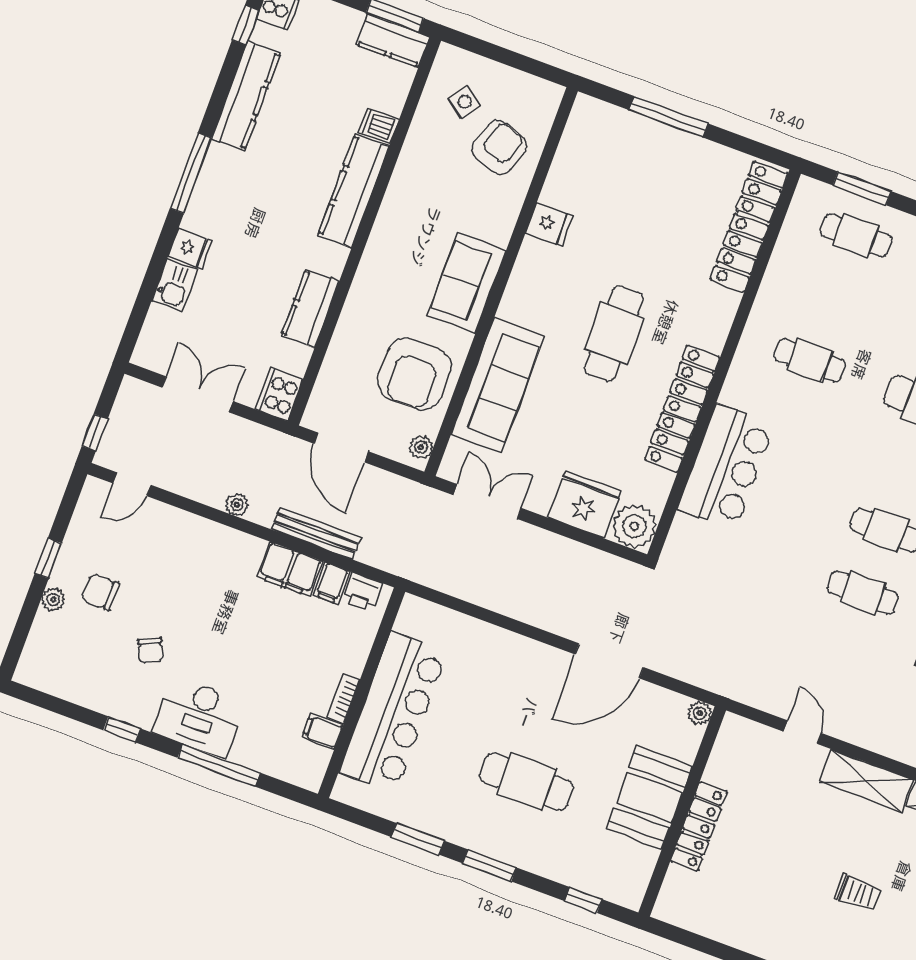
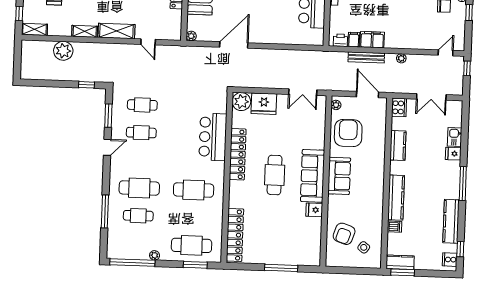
cafe table: (856, 235) -> (192, 245), width x1.37, depth x1.35
cafe table: (810, 360) -> (194, 190), width x1.37, depth x1.35
sofa: (497, 385) -> (313, 176), moved

